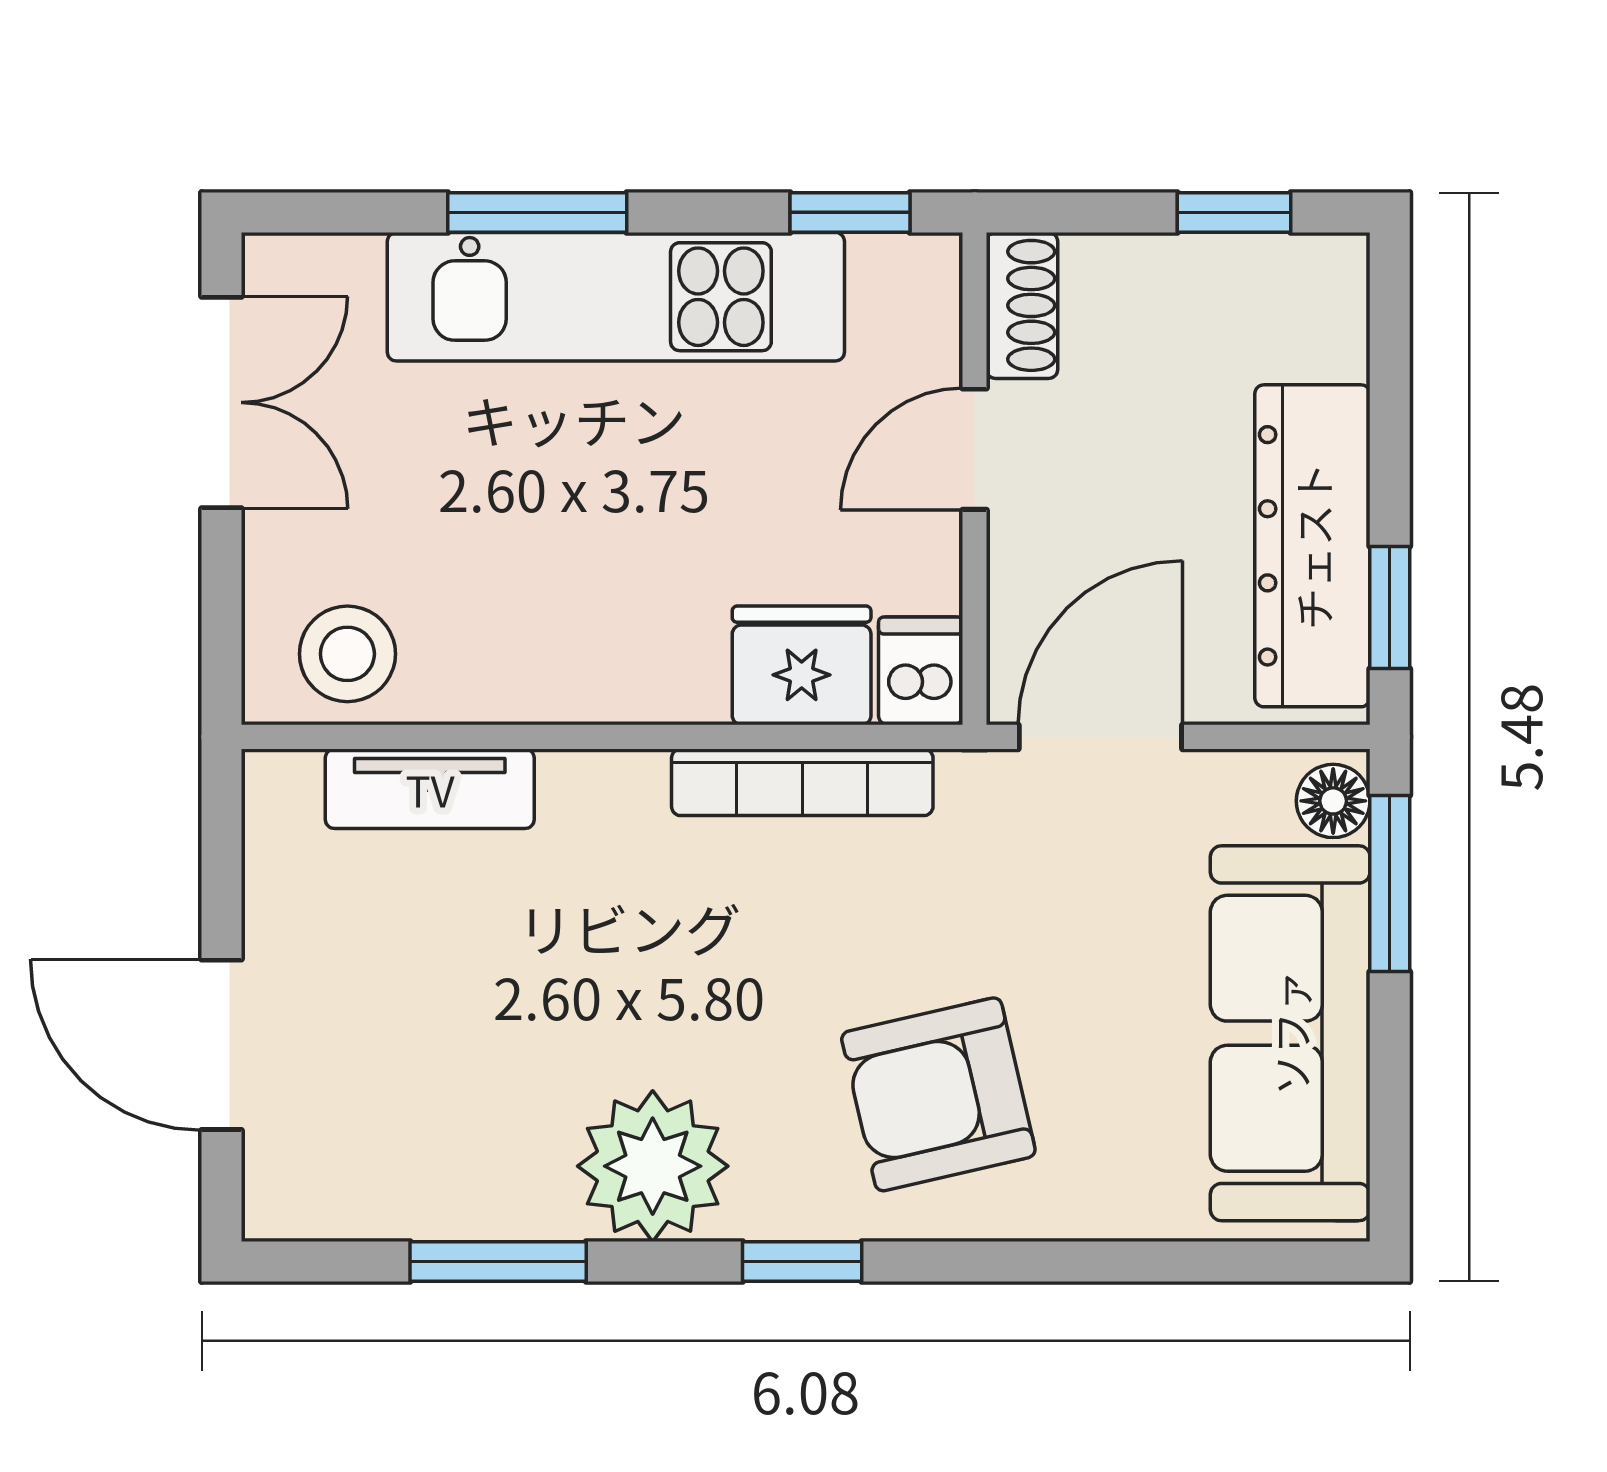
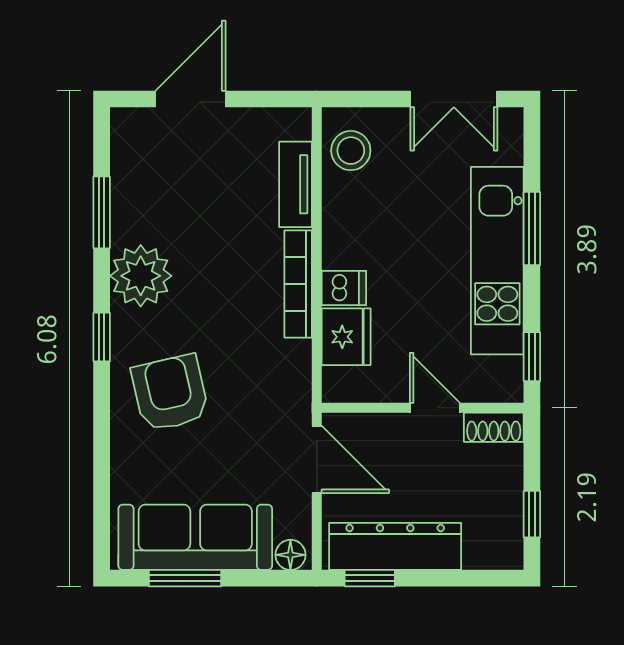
dishwasher: (921, 671) -> (344, 288), moved
bookcase: (802, 782) -> (298, 284), moved
window: (1390, 883) -> (185, 578), moved

